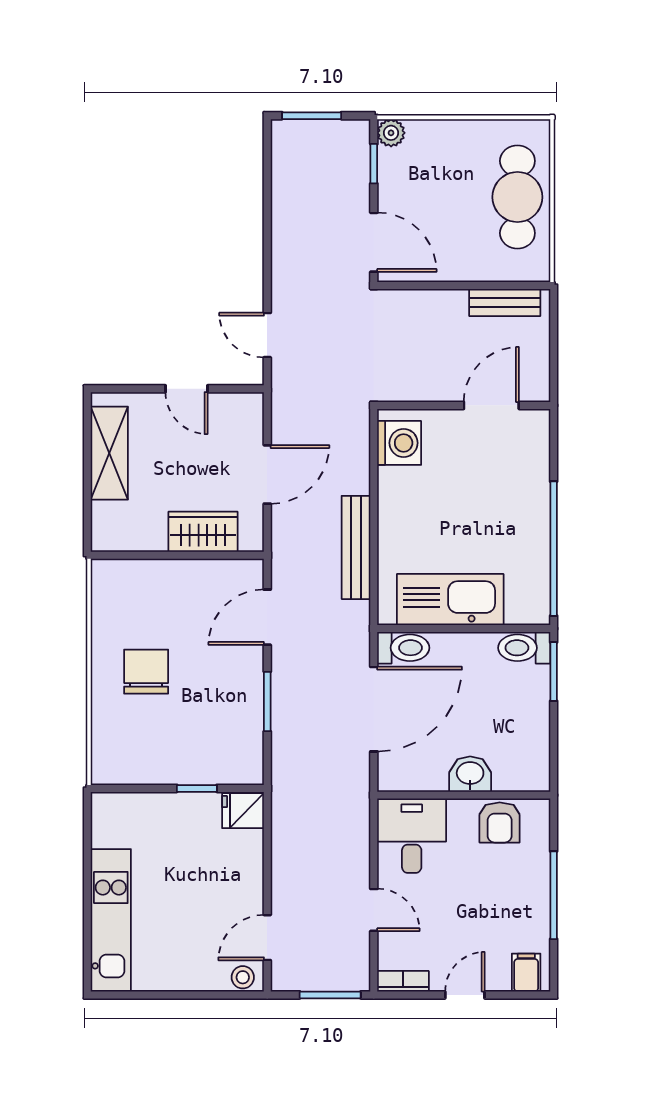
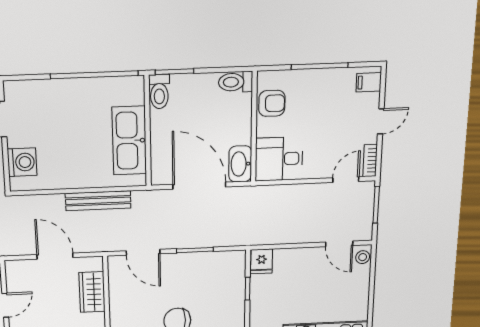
washing machine: (399, 443) -> (22, 162), moved, turned 90
toilet: (403, 648) -> (236, 82), moved, turned -90
washbasin: (470, 774) -> (240, 164), moved, width x1.38
door: (374, 910) -> (346, 180), moved
door: (465, 995) -> (381, 121), swing flipped

